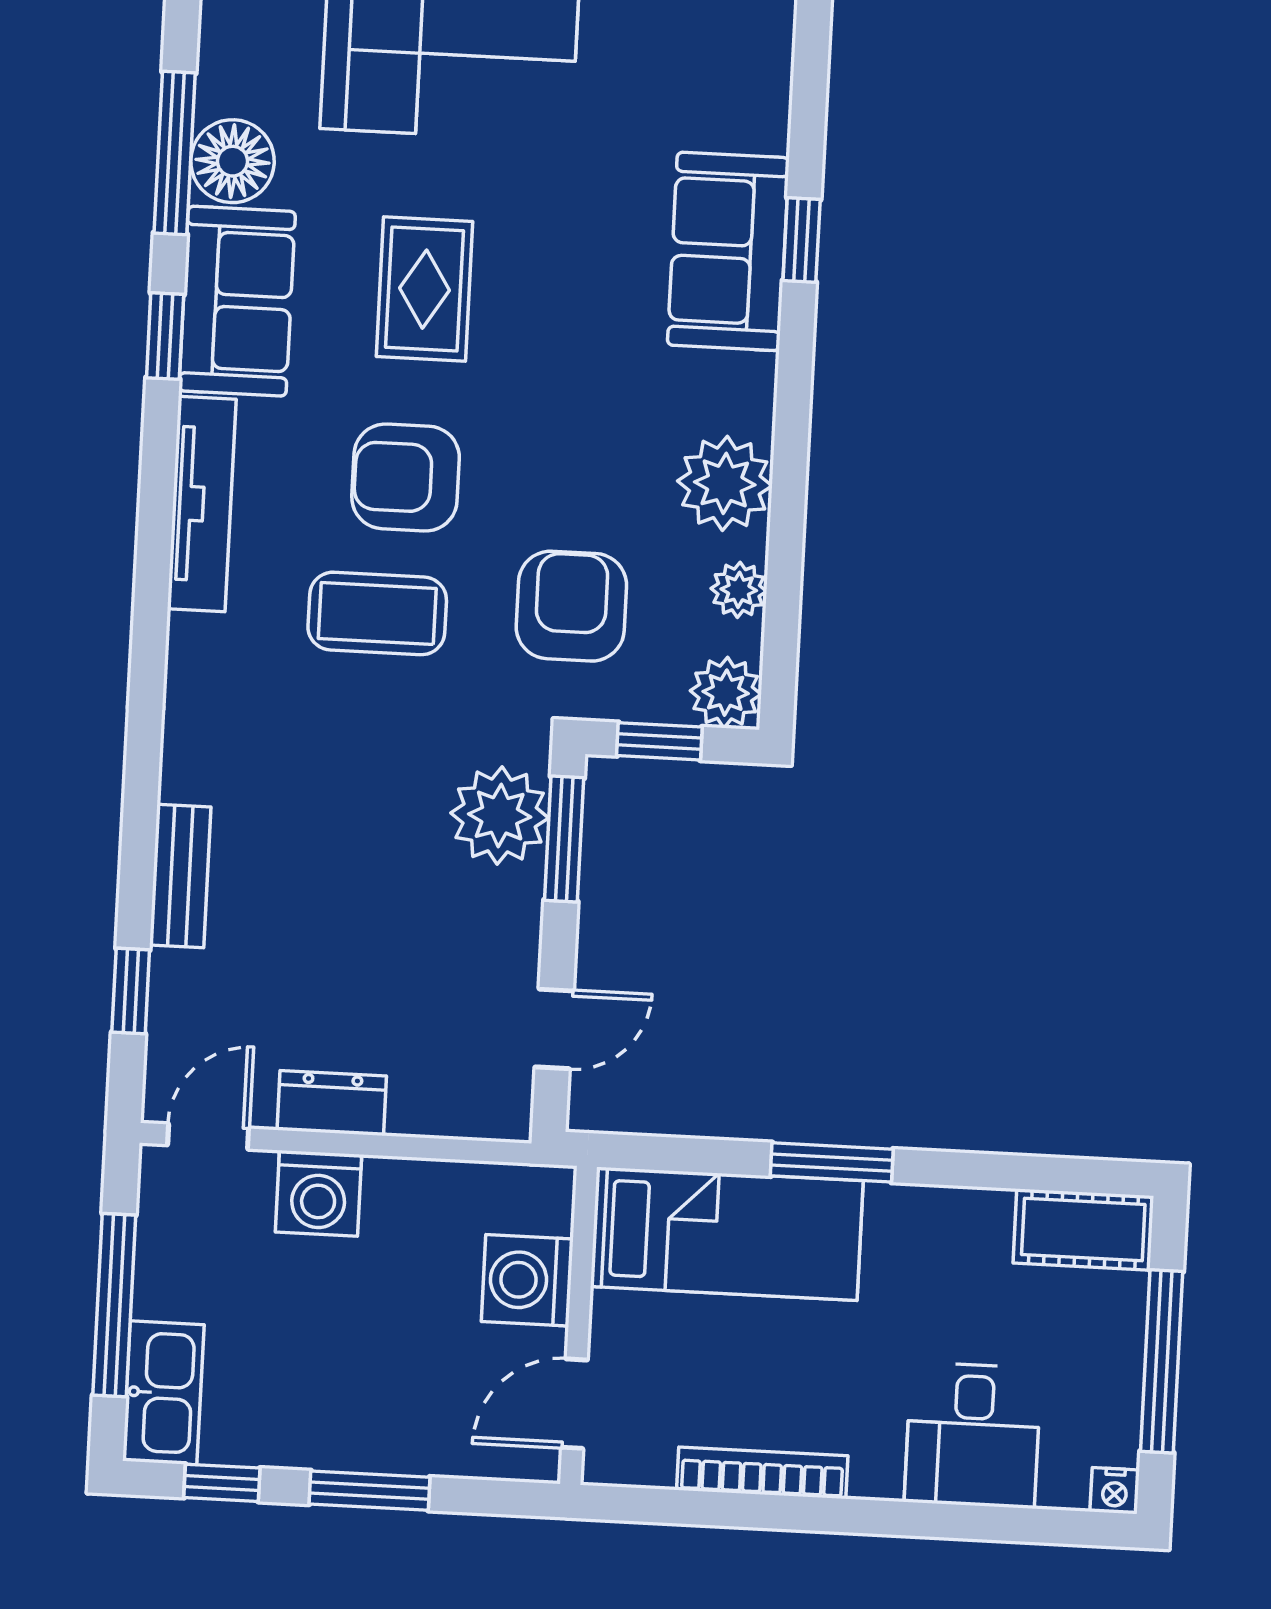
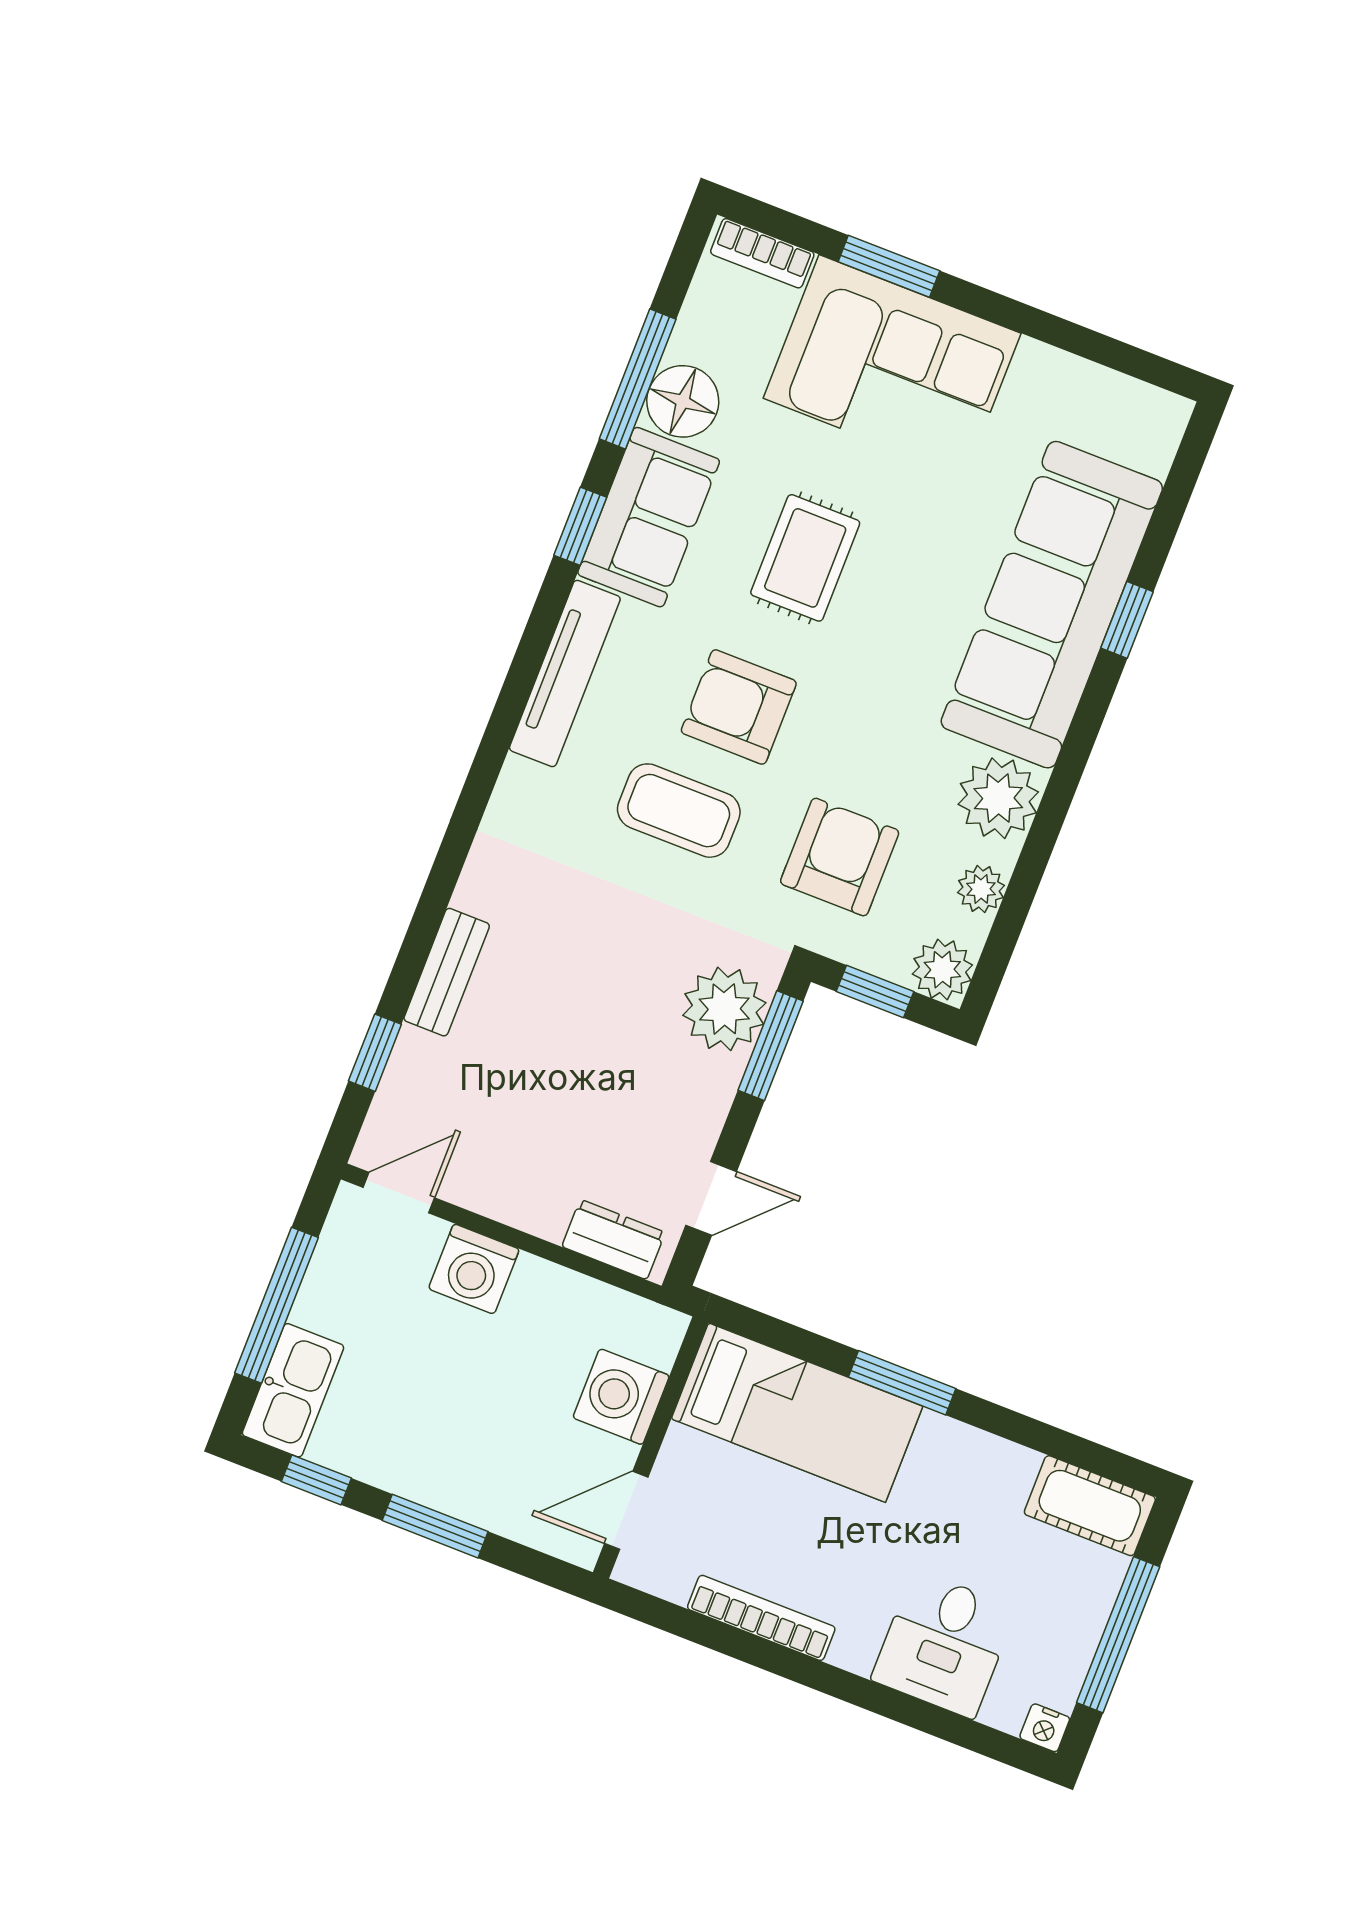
sofa: (728, 251) -> (1052, 605), width x1.85, depth x1.27
dresser: (332, 1103) -> (614, 1239), moved

